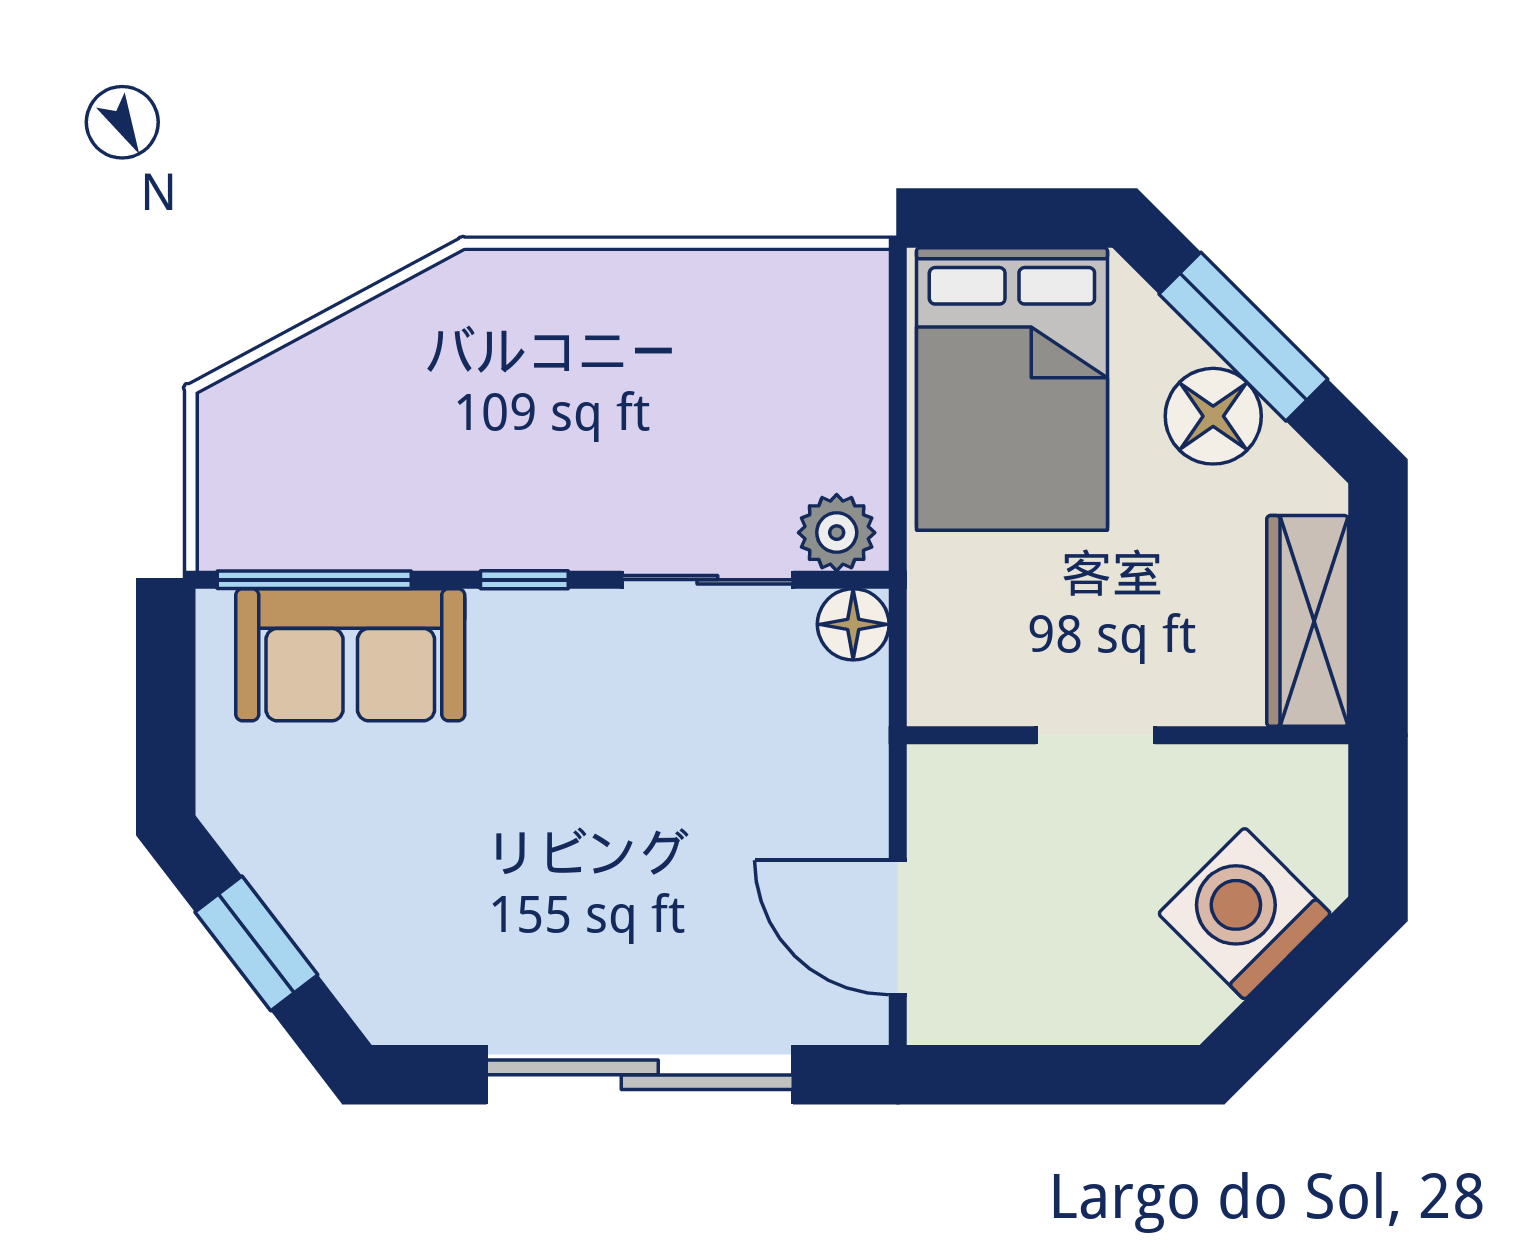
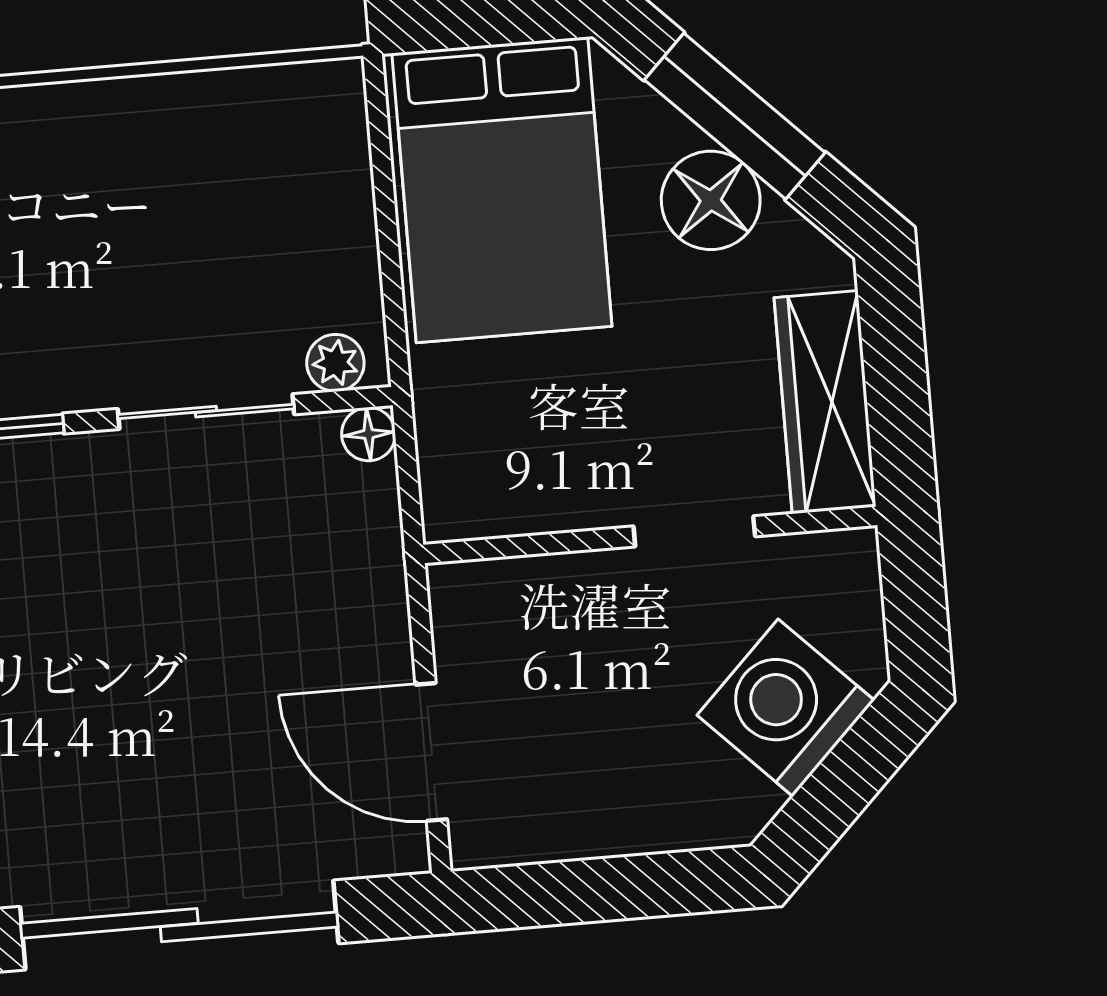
plant: (837, 533) -> (335, 363), width x0.73, depth x0.73
floor lamp: (853, 624) -> (369, 434), width x0.73, depth x0.73
doorway: (1095, 735) -> (694, 531), moved

